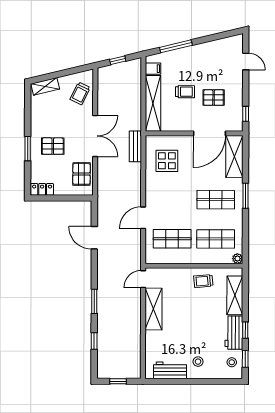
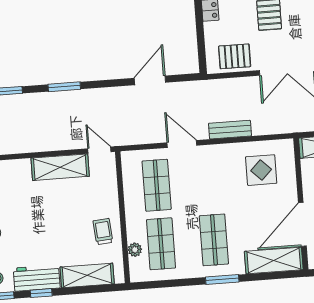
door: (209, 133) -> (302, 224), hinge flipped
bench: (135, 146) -> (230, 130), moved
plant: (237, 259) -> (135, 250), moved

